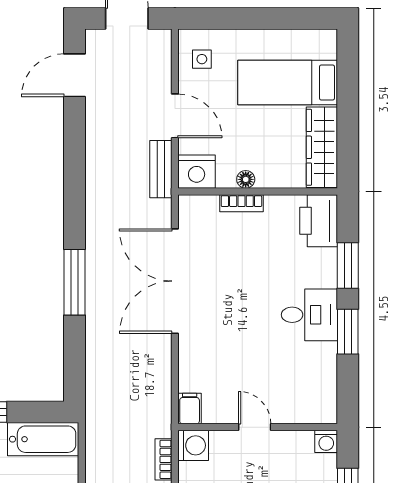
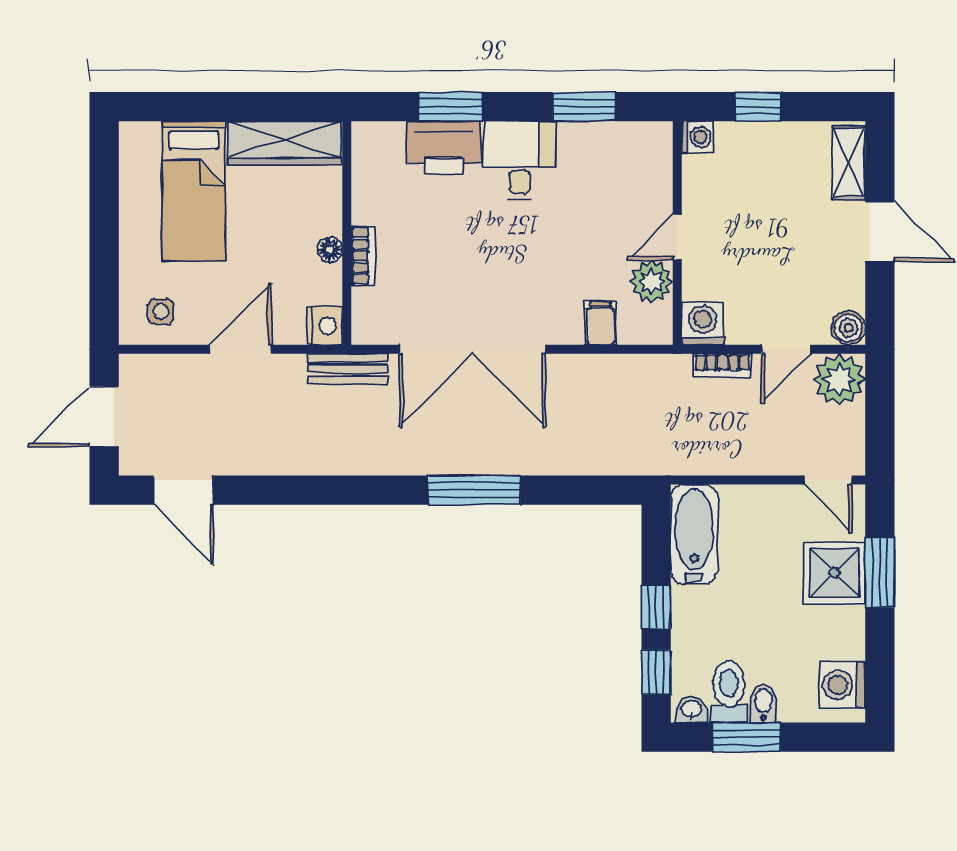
bench: (161, 169) -> (348, 369), moved
nightstand: (197, 172) -> (325, 326), width x0.74, depth x0.75
printer: (319, 221) -> (444, 148), moved
window: (348, 332) -> (584, 107), moved
filing cabinet: (190, 409) -> (600, 323), moved, turned 90
plant: (223, 409) -> (652, 282), added

